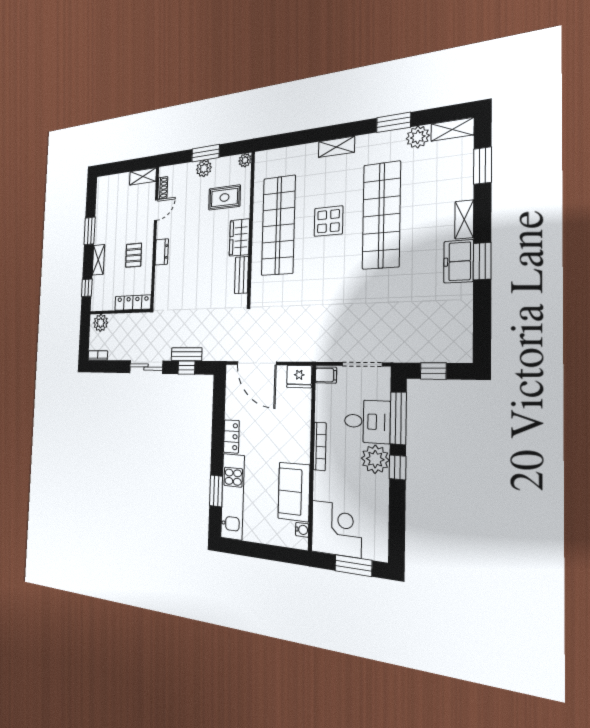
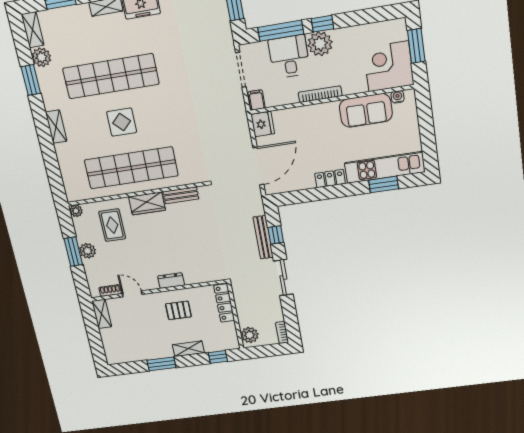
bench: (187, 354) -> (263, 237), width x1.36

